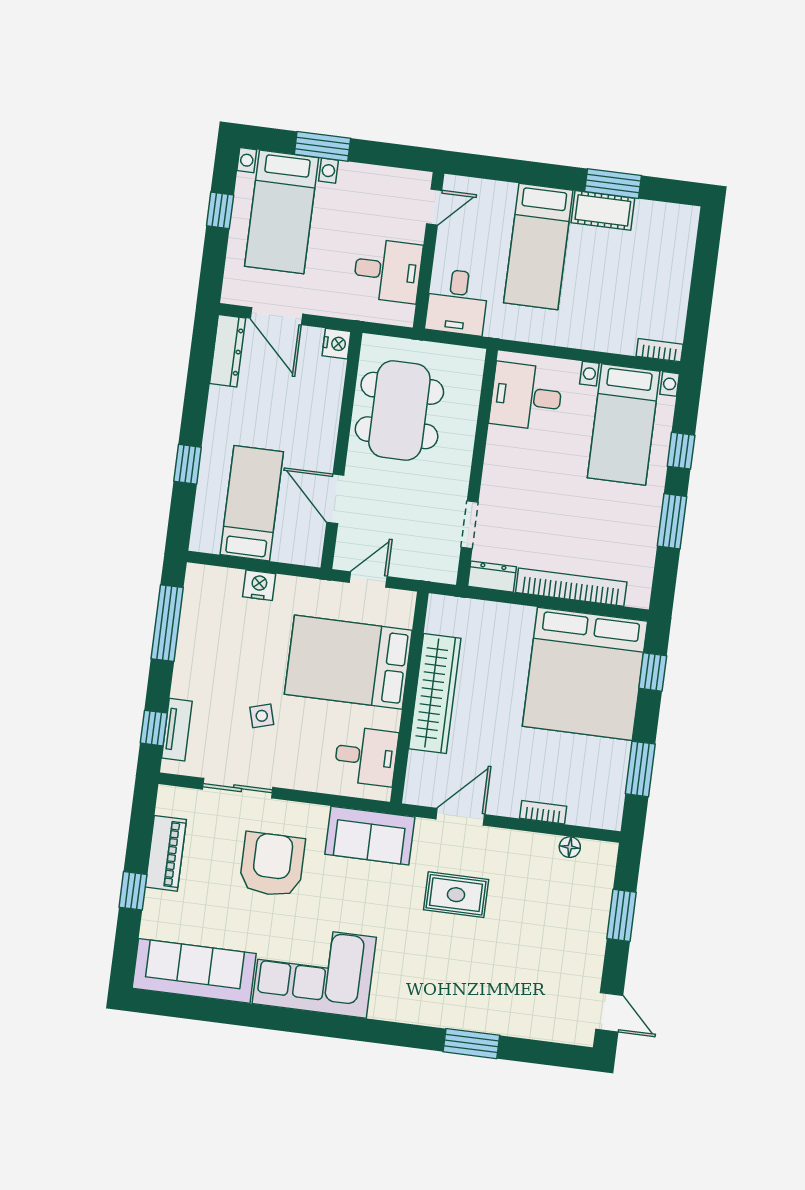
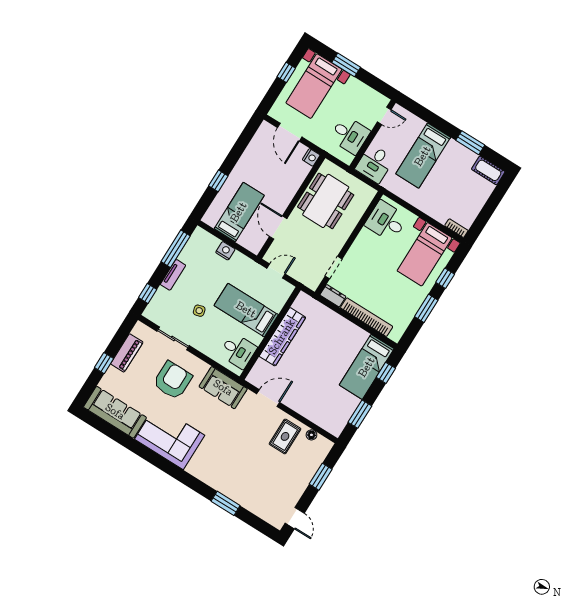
cot: (603, 210) -> (488, 170), moved
dresser: (228, 351) -> (260, 138), removed
bed: (348, 662) -> (246, 310), width x0.67
bed: (585, 674) -> (367, 367), width x0.49
tv unit: (177, 730) -> (173, 275), moved
bookcase: (543, 812) -> (307, 413), removed
rug: (456, 895) -> (285, 436), moved, turned 90

